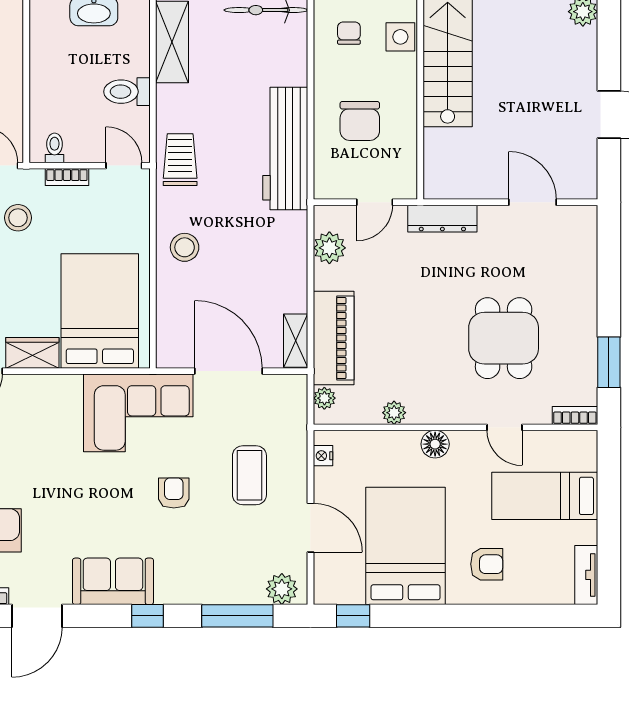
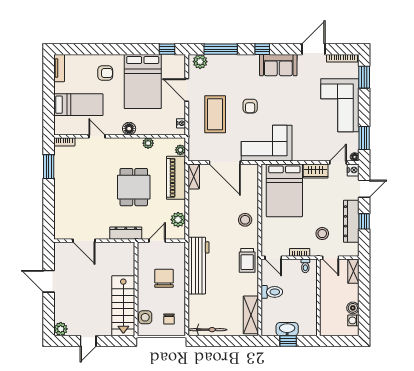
dining table: (504, 338) -> (134, 187), moved
coffee table: (249, 475) -> (215, 114), width x1.36, depth x1.32
armchair: (487, 564) -> (105, 73), turned 180

